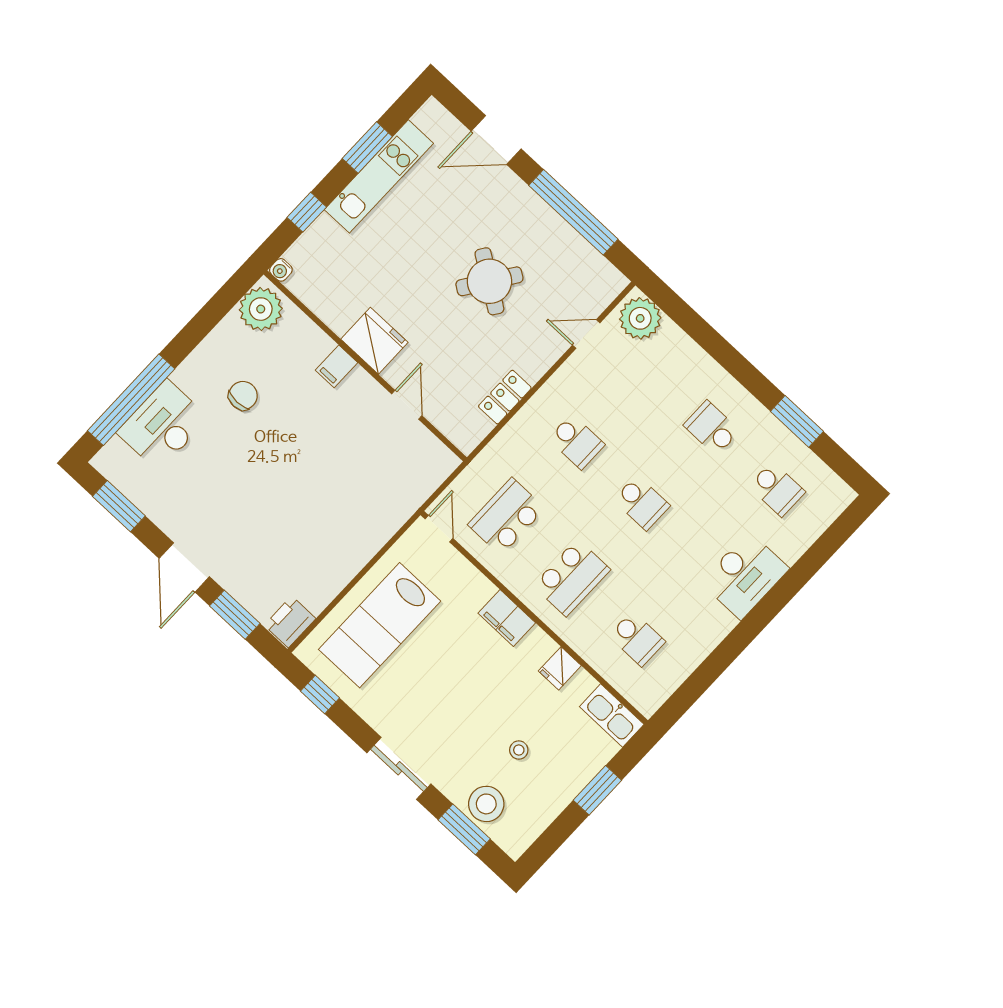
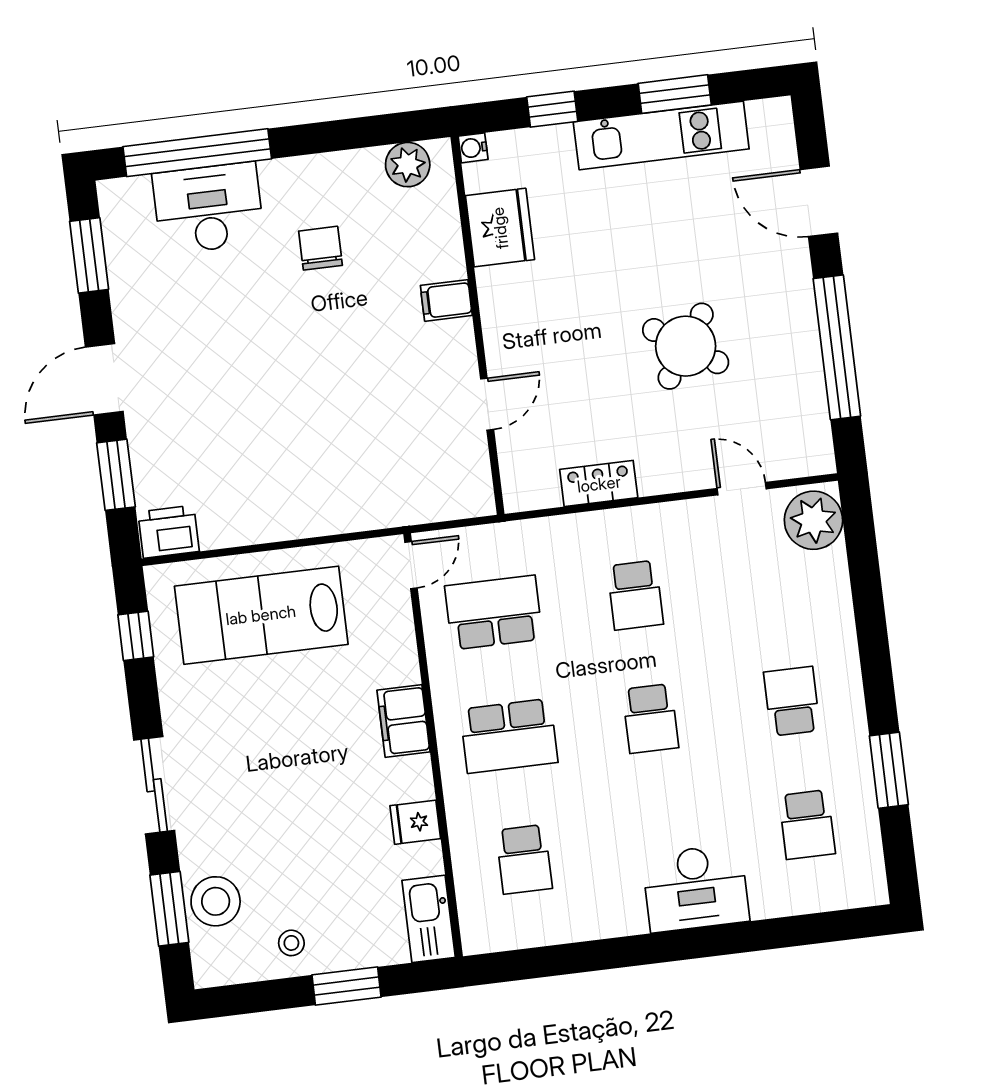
plant: (261, 309) -> (408, 165), width x0.73, depth x0.73
fridge: (374, 341) -> (500, 228), moved
chair: (243, 396) -> (320, 248), turned -90
stool: (519, 750) -> (291, 943), moved

